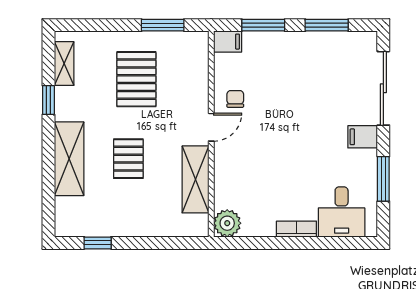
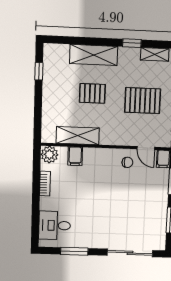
door: (211, 127) -> (146, 148), moved
filing cabinet: (363, 137) -> (75, 156), moved, turned 180
bookcase: (296, 229) -> (45, 184), moved

